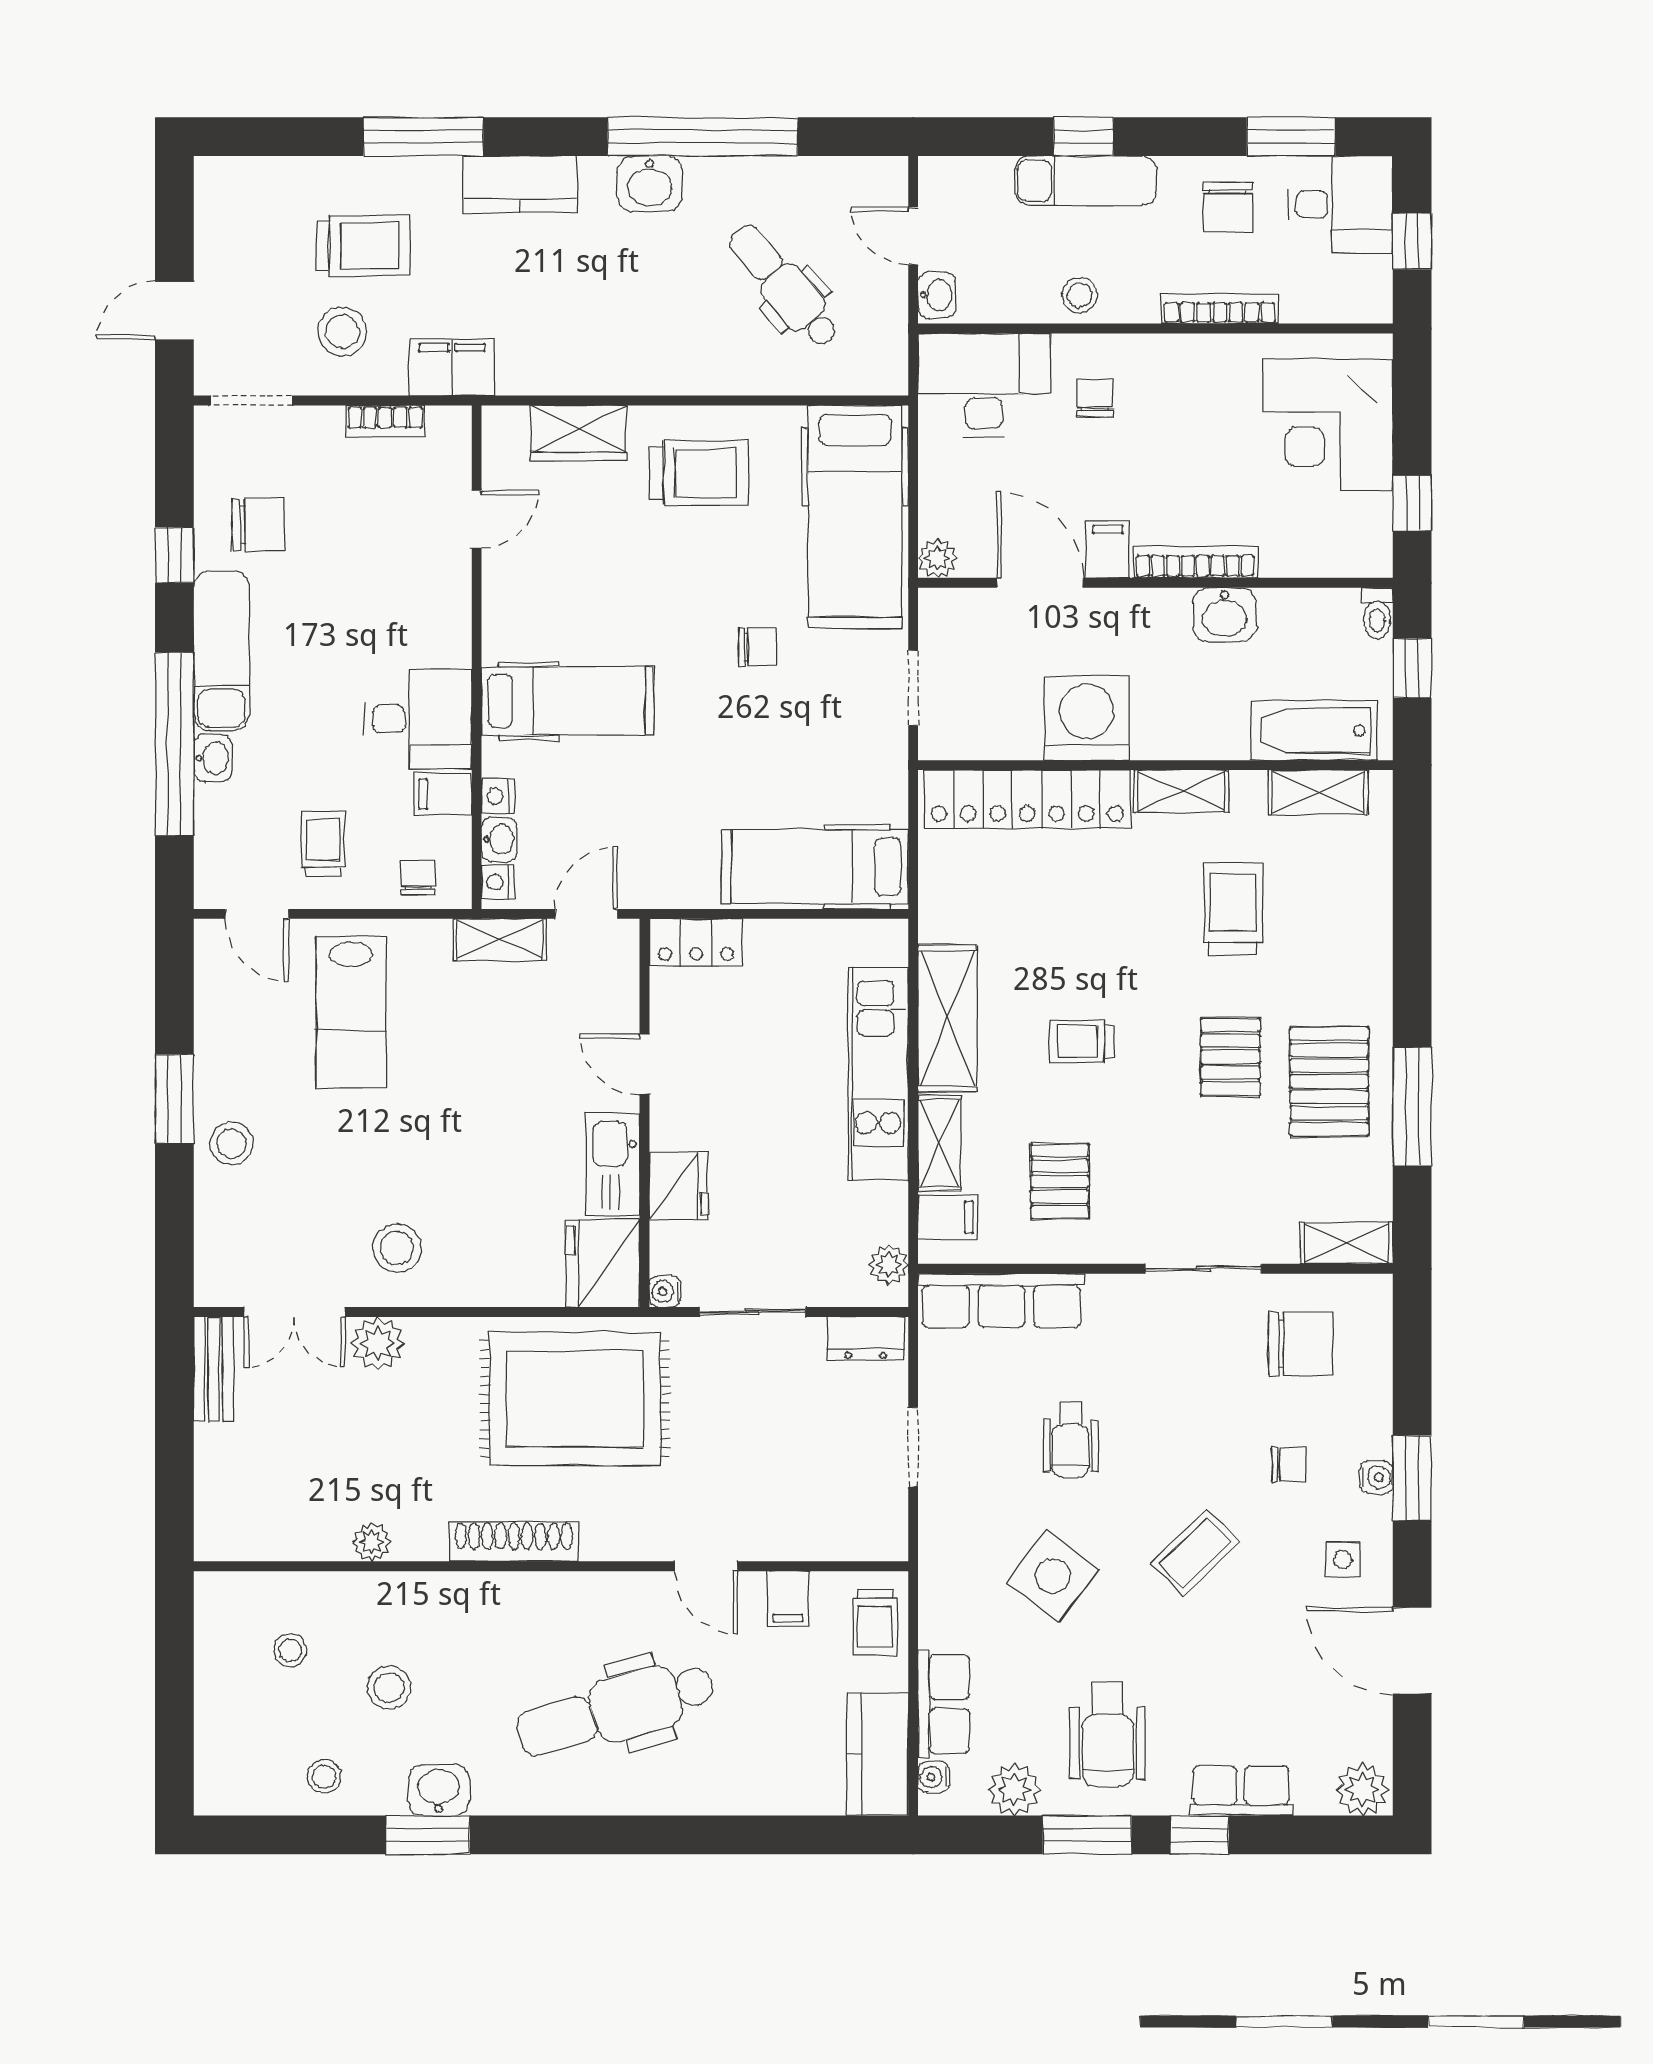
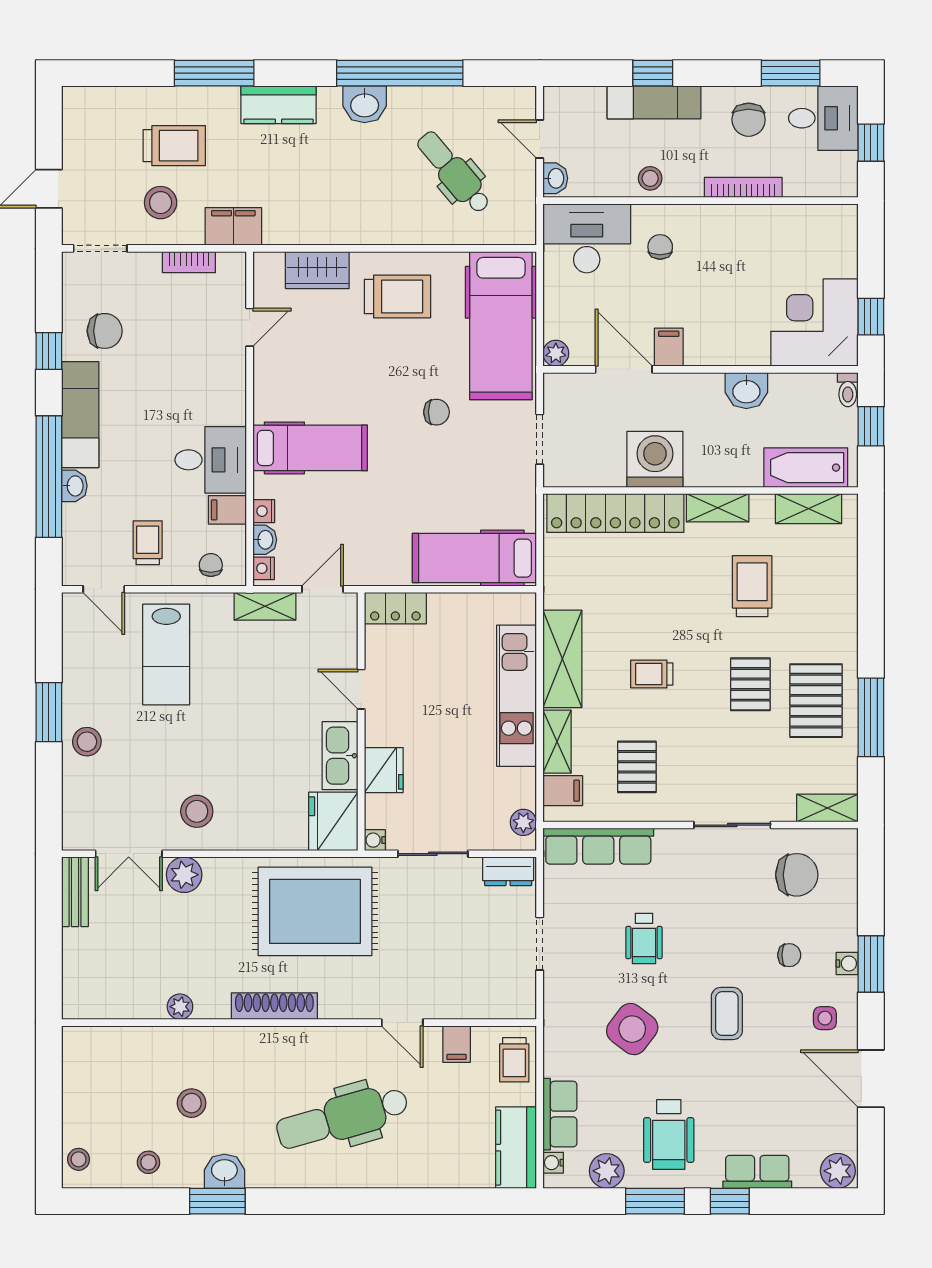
corner desk: (1327, 425) -> (815, 323), moved, turned 90
bookcase: (1195, 562) -> (727, 356), removed
coffee table: (1195, 1553) -> (727, 1014), turned -46
stool: (290, 1650) -> (79, 1159), moved

